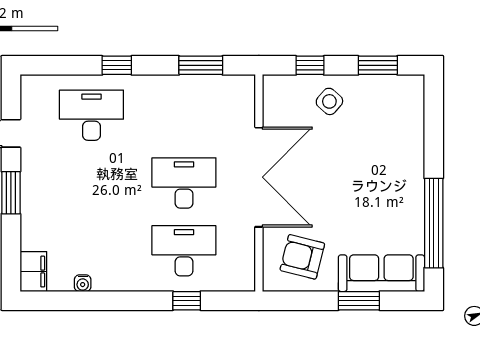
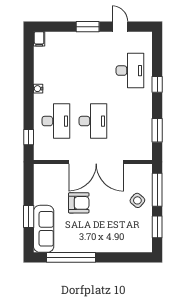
window: (310, 65) -> (157, 190), width x2.17
armchair: (302, 257) -> (79, 203), moved, turned 76
filing cabinet: (33, 272) -> (39, 39), width x0.50
water cooler: (83, 283) -> (38, 89), moved
window: (187, 301) -> (29, 137), moved

